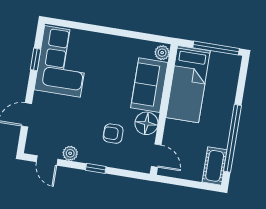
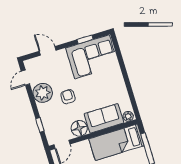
armchair: (113, 134) -> (68, 97), moved
plant: (70, 153) -> (43, 93), width x1.87, depth x1.87
window: (96, 168) -> (40, 125), moved

